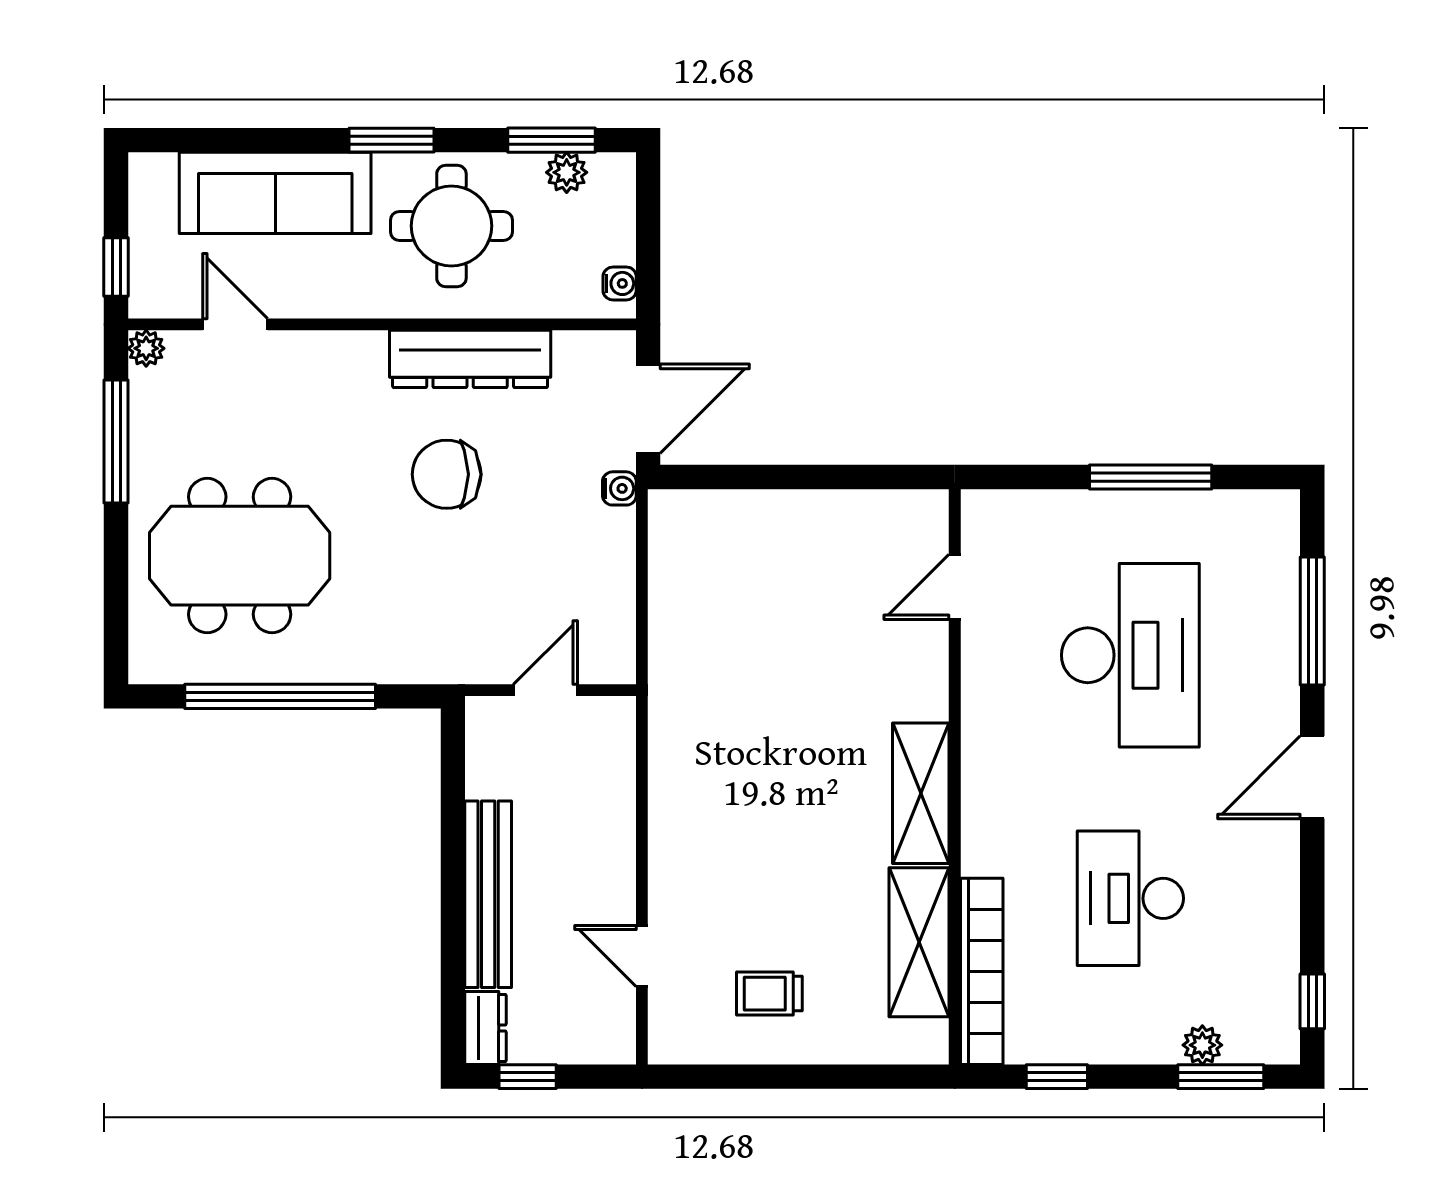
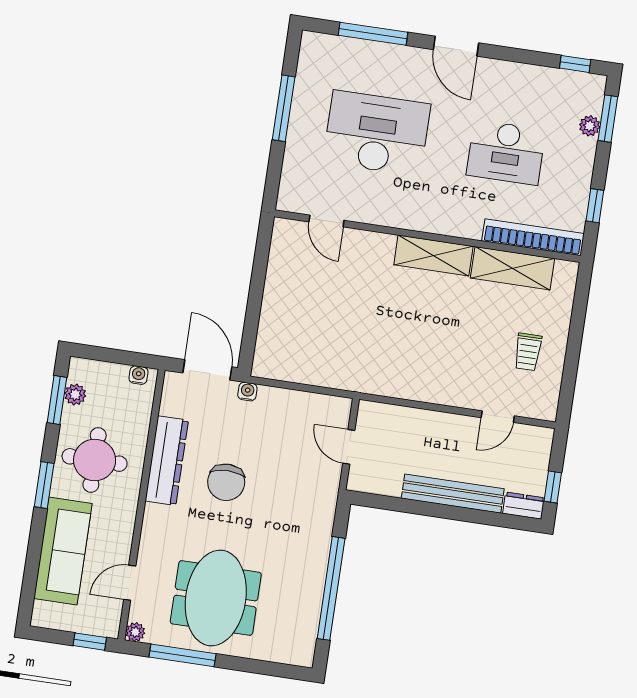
meeting table: (240, 556) -> (216, 598), moved

